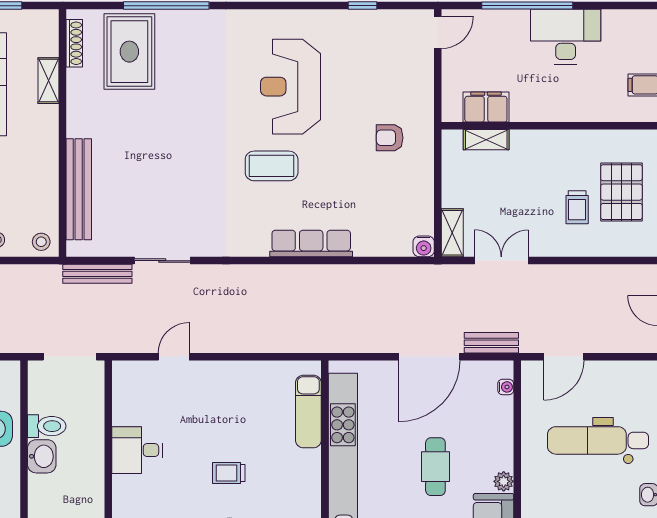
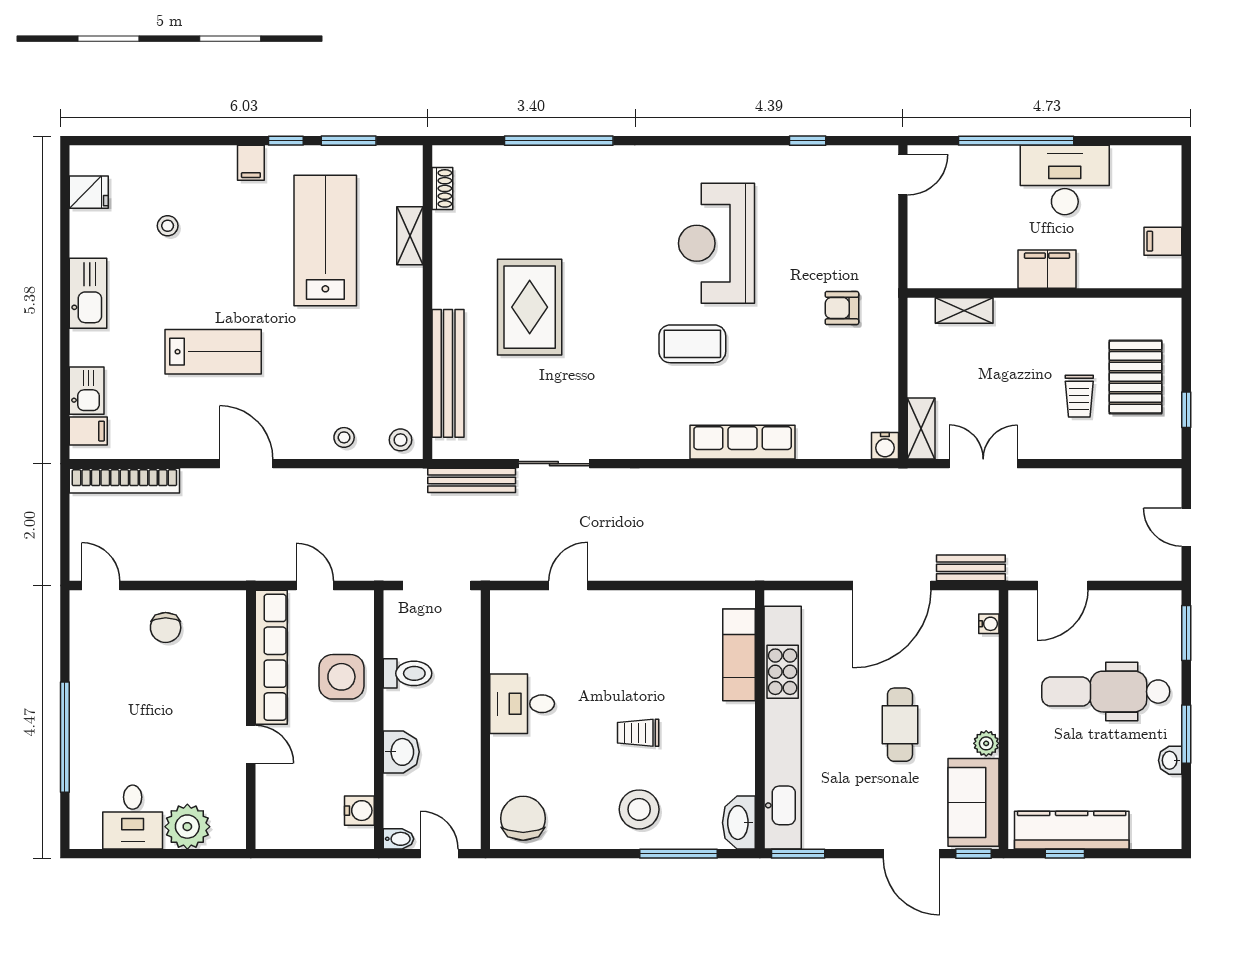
shoe rack: (74, 43) -> (442, 188), width x0.70
rug: (129, 52) -> (530, 307), moved
filing cabinet: (486, 107) -> (1047, 269), moved
washbasin: (42, 456) -> (401, 752), moved

